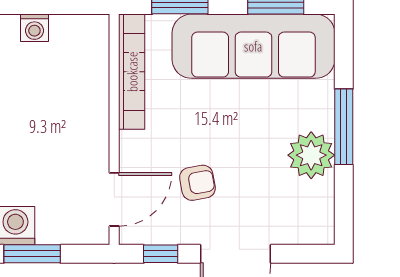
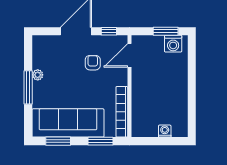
plant: (311, 155) -> (38, 75), width x0.53, depth x0.53
armchair: (197, 183) -> (93, 63), turned 100

